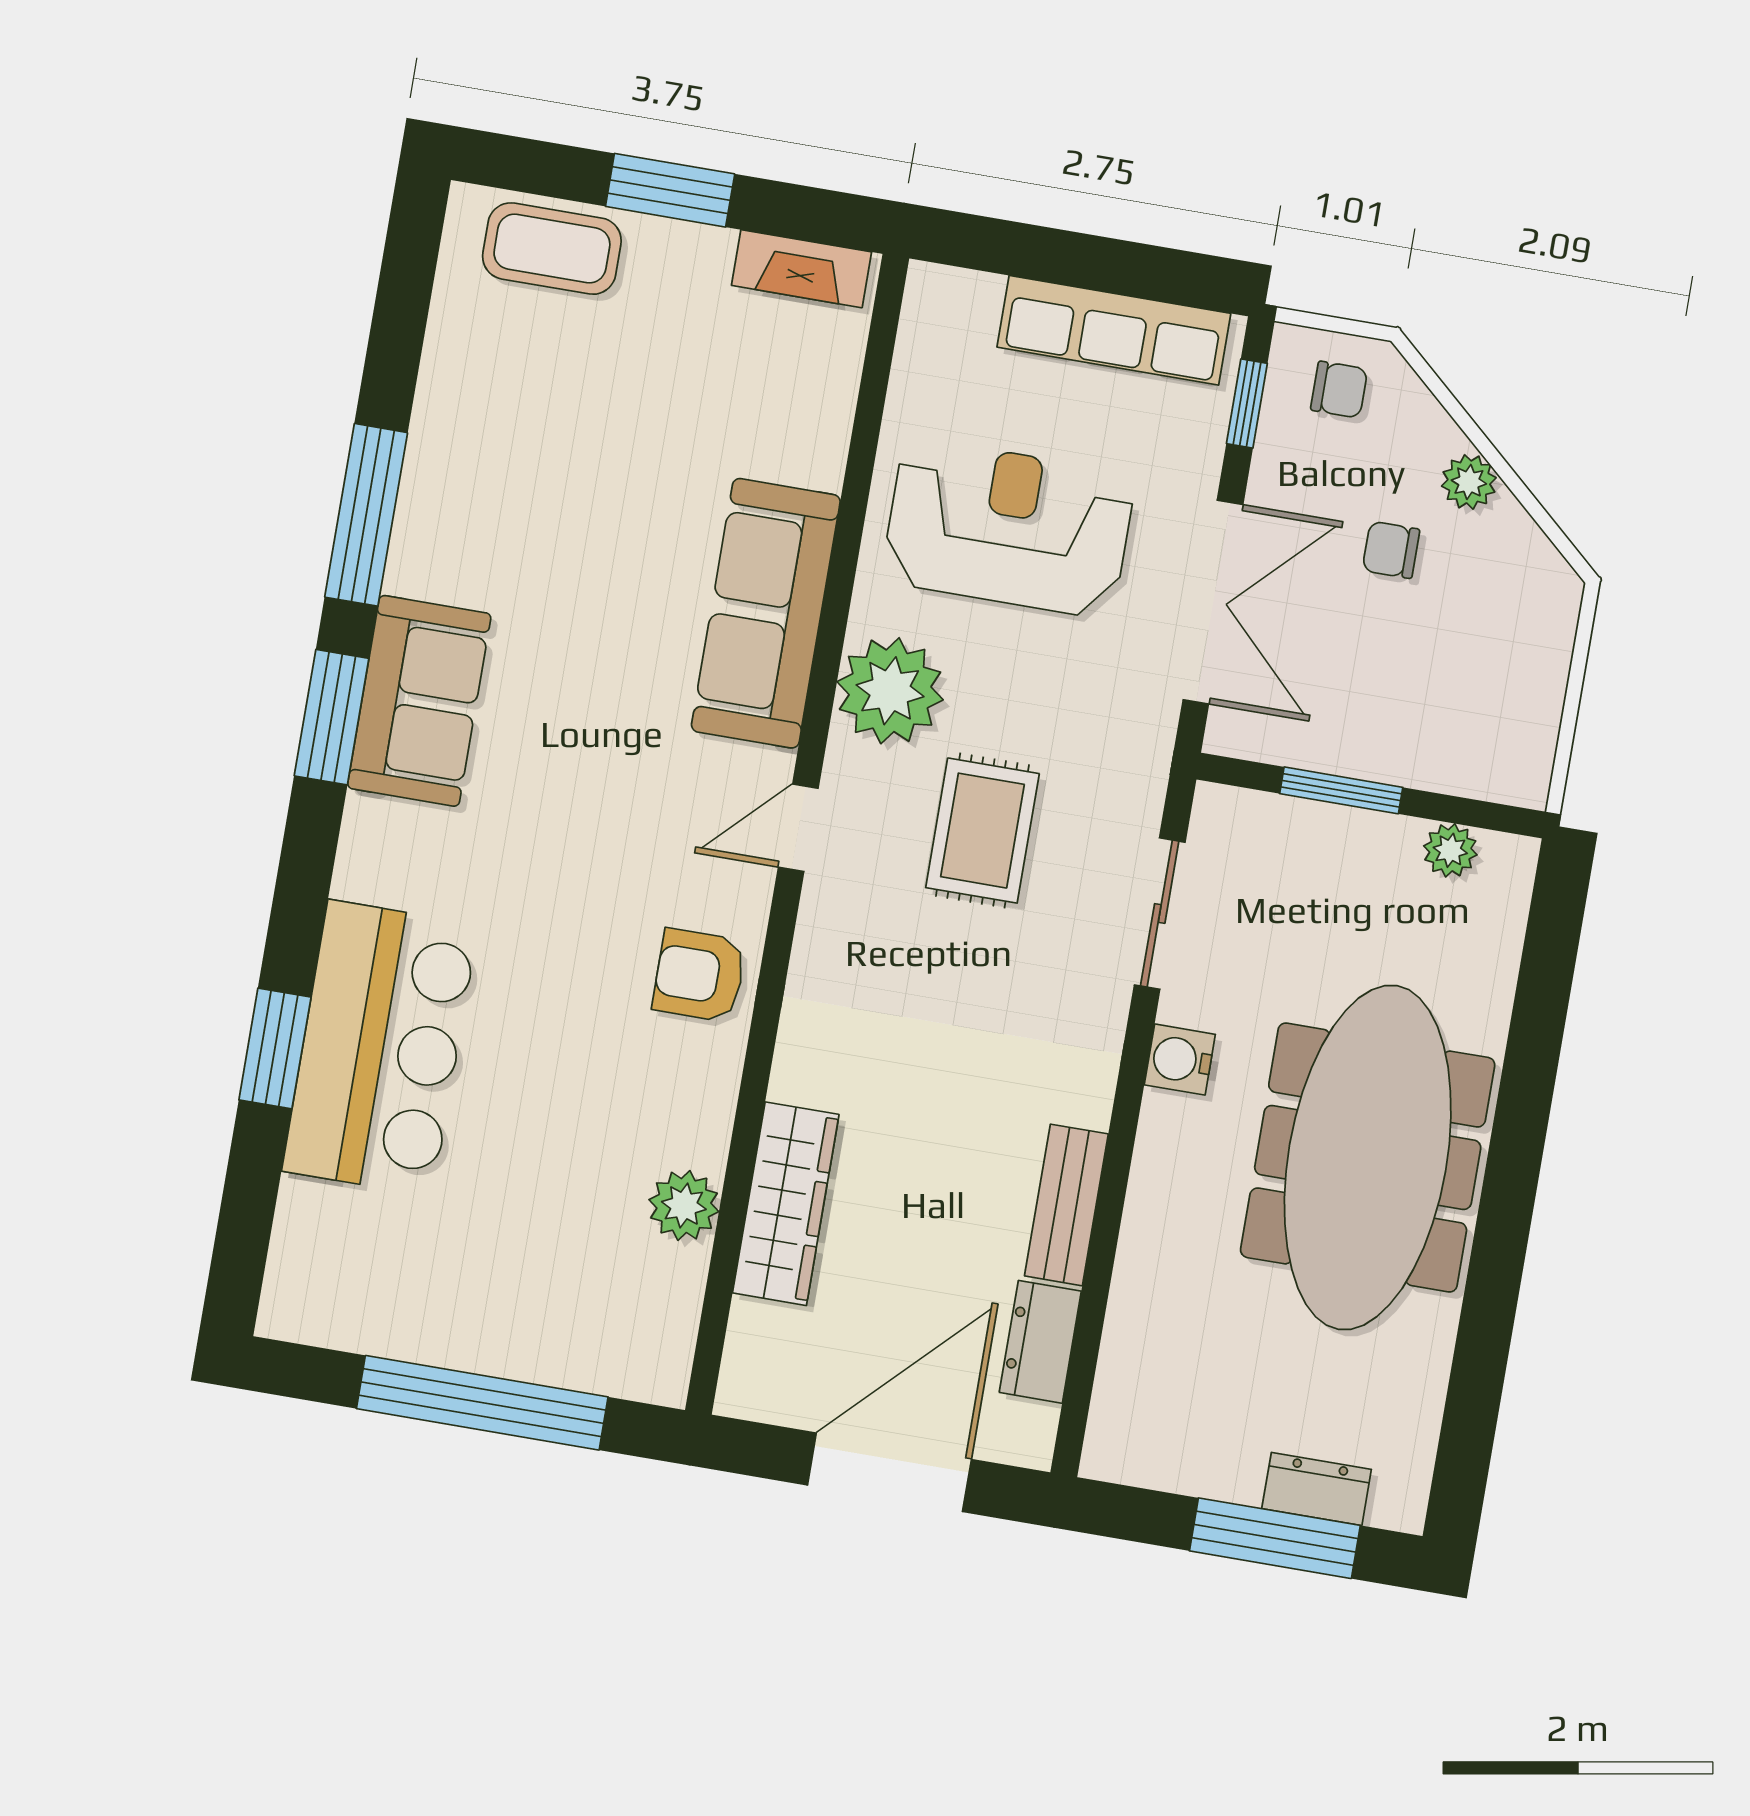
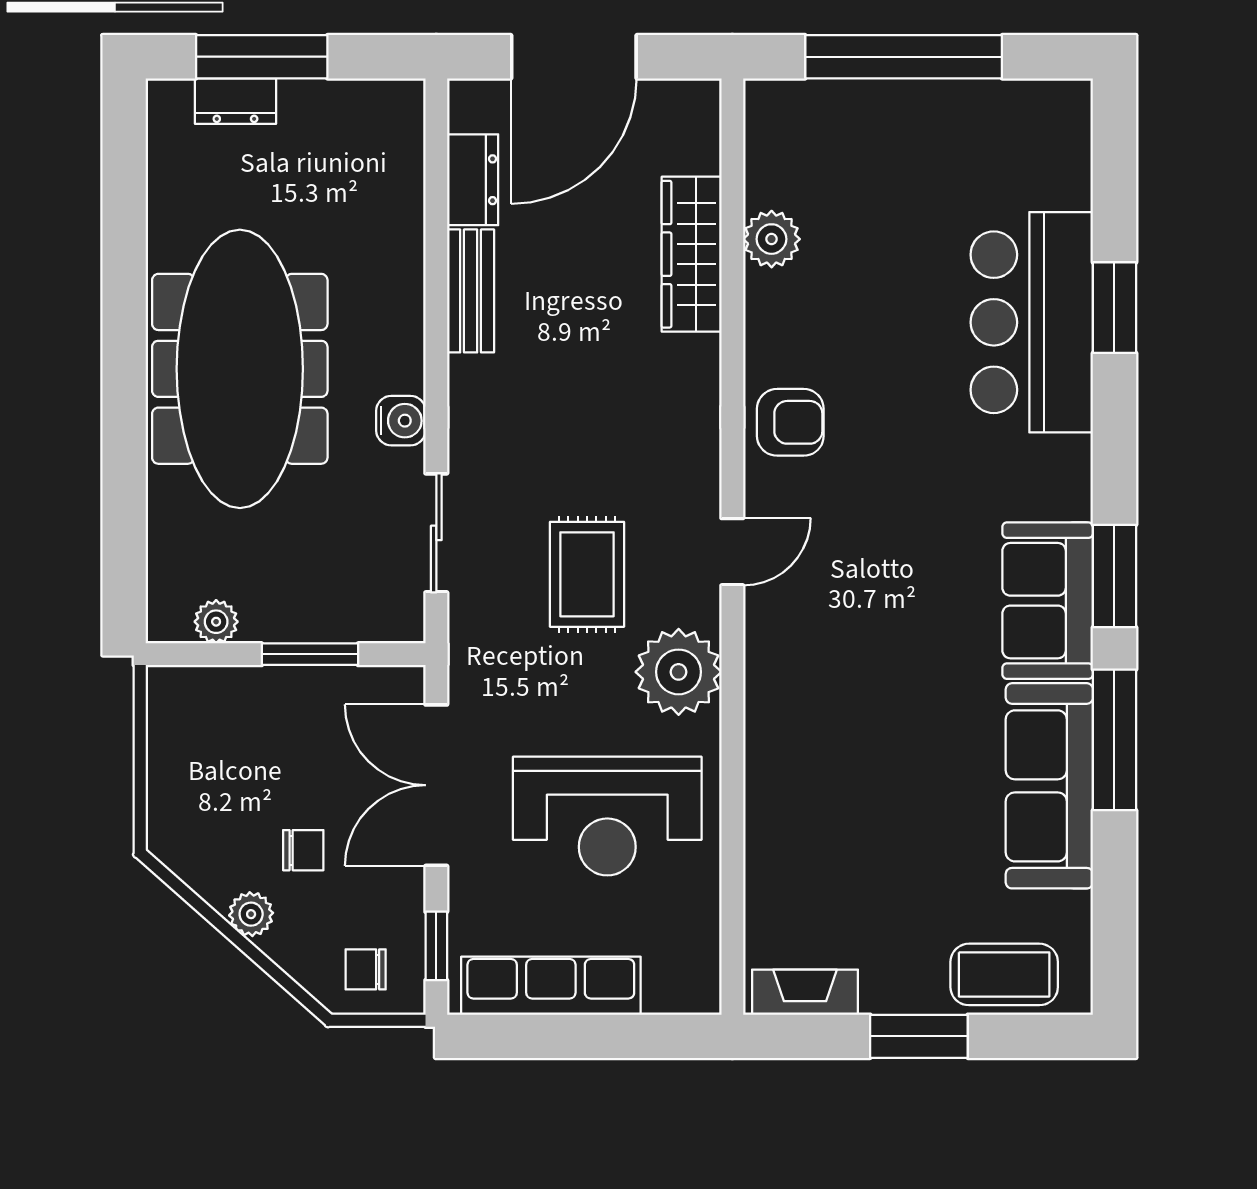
sofa: (766, 613) -> (1049, 786), moved, turned 180

